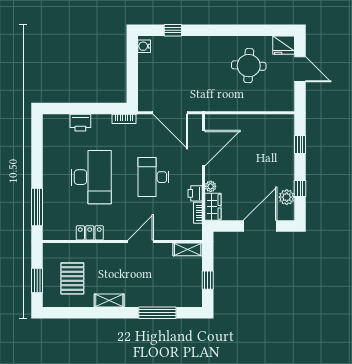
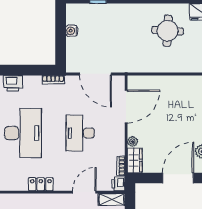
water cooler: (144, 46) -> (72, 31), moved
printer: (195, 193) -> (118, 184), moved
locker: (90, 233) -> (41, 184), moved
door: (141, 241) -> (84, 192), moved

